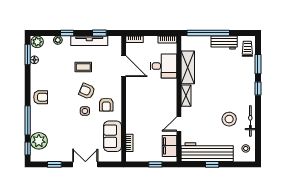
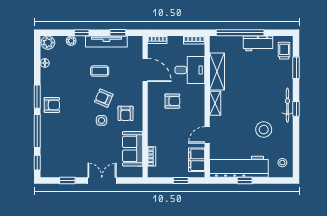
window: (28, 54) -> (37, 97), moved
window: (258, 89) -> (296, 109), moved
armchair: (148, 94) -> (172, 101), added
bicycle: (250, 121) -> (287, 105), moved
plant: (39, 141) -> (50, 154), removed

